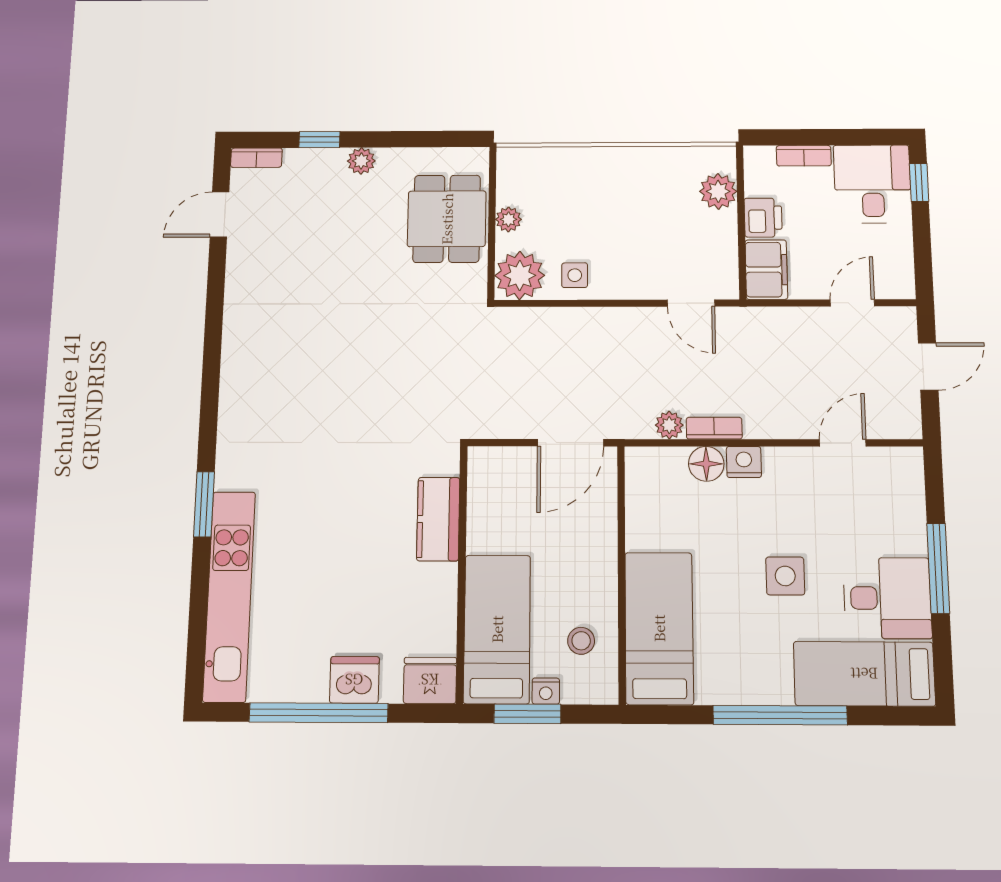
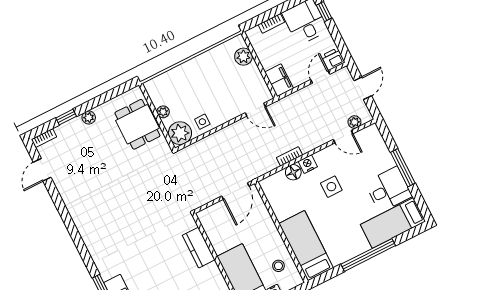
printer: (763, 218) -> (333, 59), moved, turned -90
plant: (669, 425) -> (354, 122), moved
door: (843, 443) -> (343, 137), swing flipped
side table: (785, 576) -> (331, 187), moved

